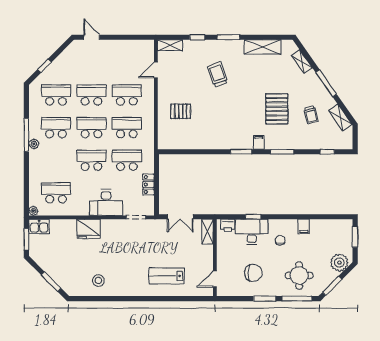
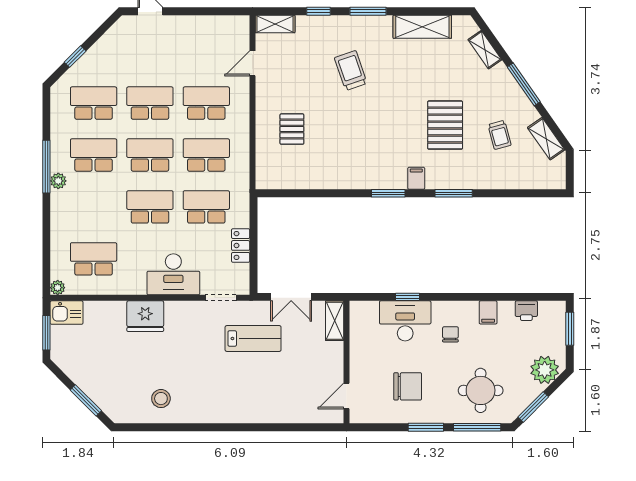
pallet: (181, 111) -> (292, 129), turned 90
window: (327, 152) -> (525, 193), removed
printer: (228, 225) -> (526, 311), moved
lab bench: (167, 276) -> (253, 338), moved, turned 180

